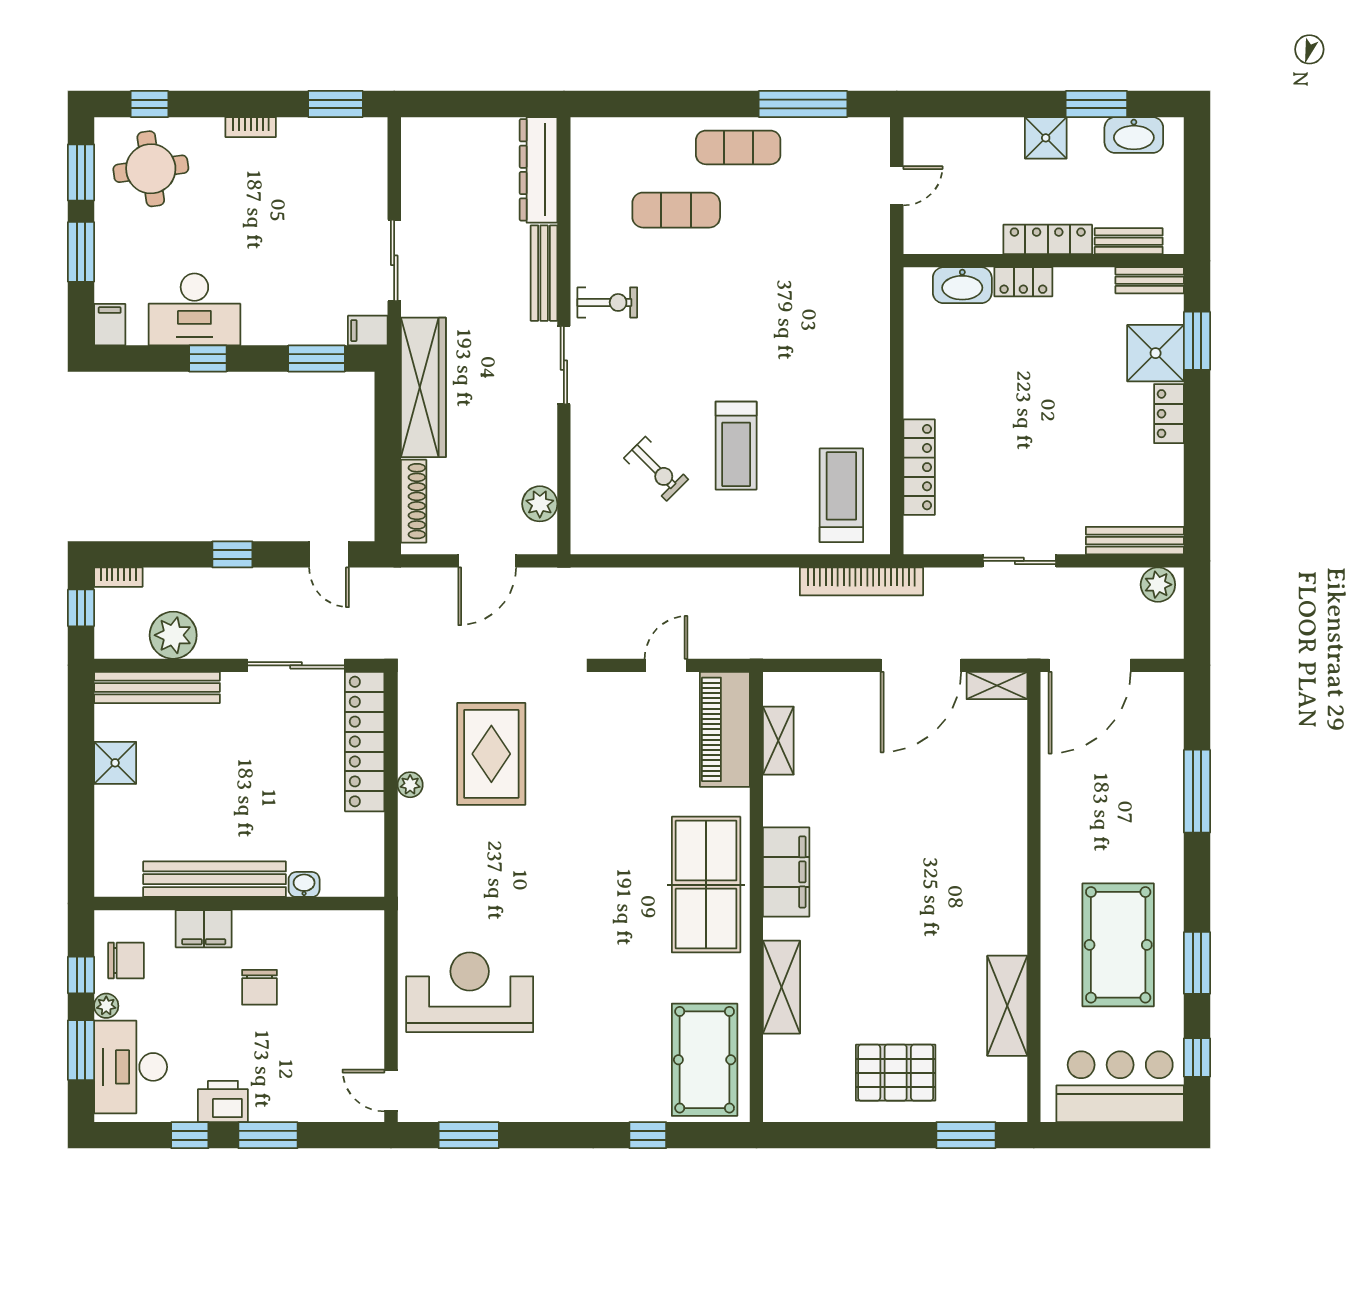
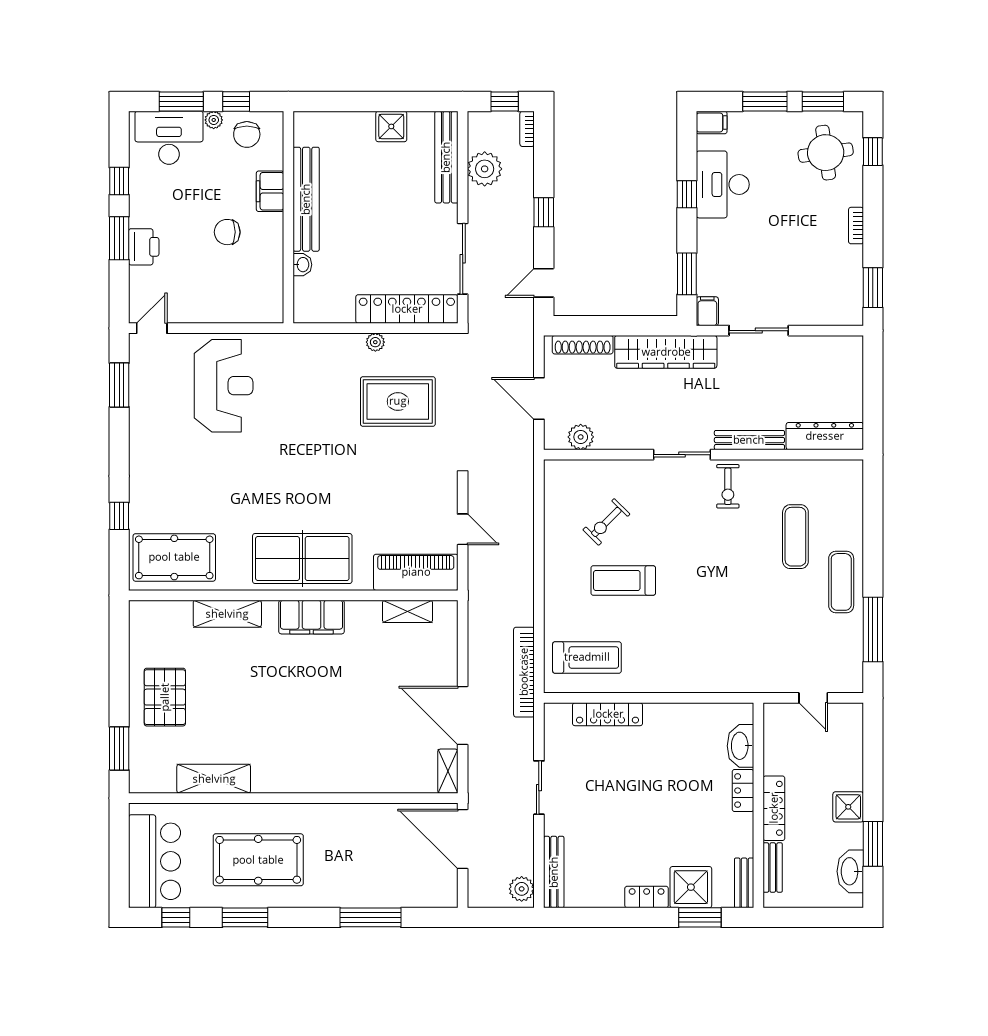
printer: (223, 1101) -> (144, 247), moved

